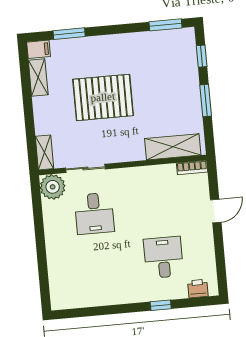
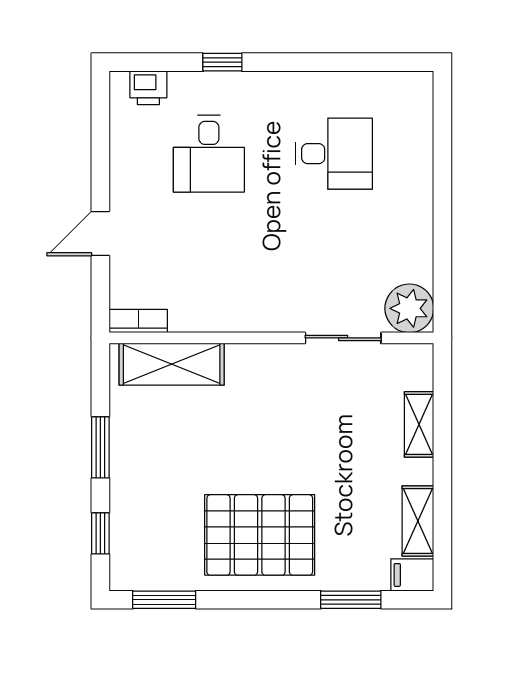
pallet: (103, 97) -> (260, 535), moved
shelving: (44, 152) -> (419, 424), moved
desk: (94, 213) -> (334, 154), moved, turned 90

